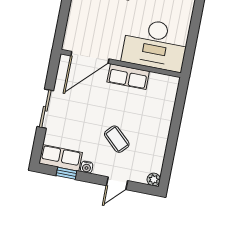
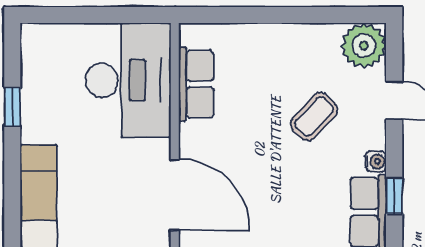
row of seats: (128, 77) -> (196, 84), moved
plant: (154, 179) -> (364, 45), width x1.88, depth x1.88

